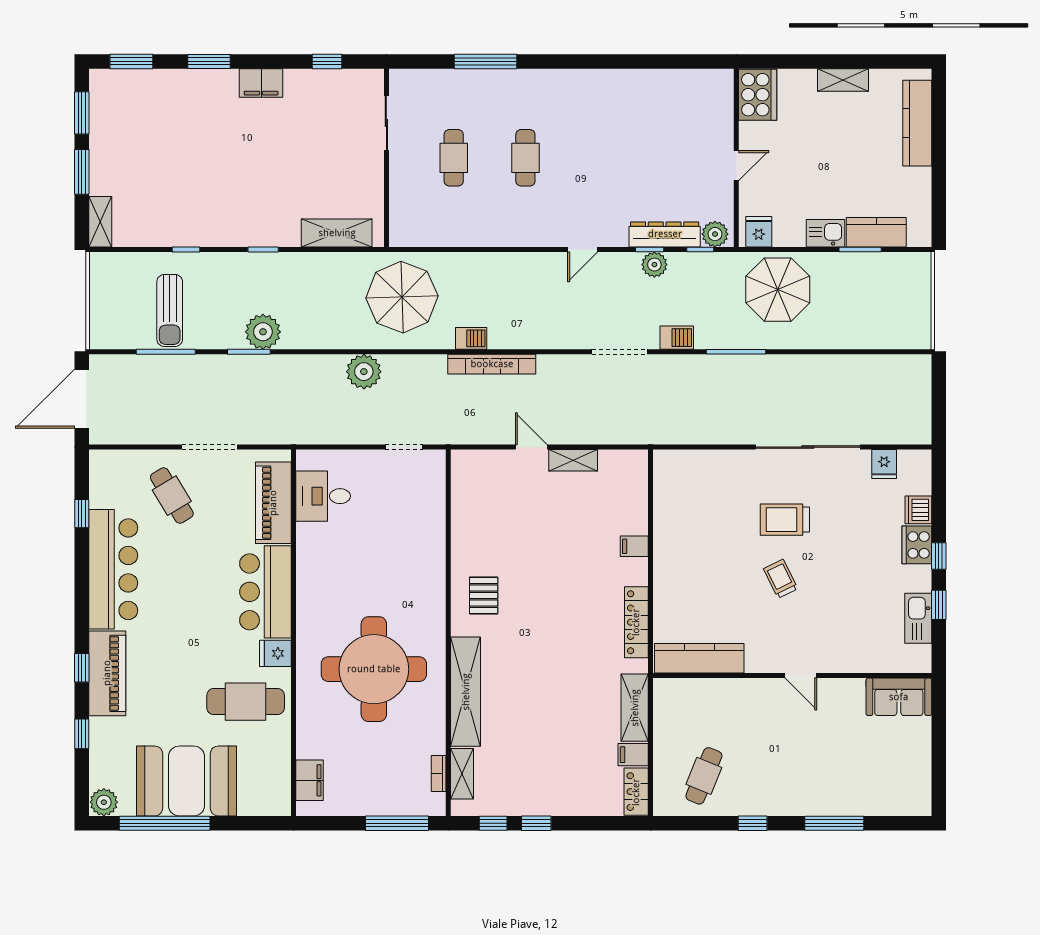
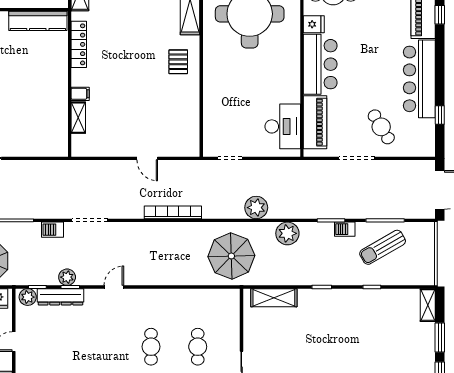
sun lounger: (170, 311) -> (383, 247), turned -120
plant: (263, 332) -> (287, 233), moved
barbecue: (471, 338) -> (345, 229), moved
shelving: (573, 460) -> (78, 118), moved, turned 90
desk: (323, 496) -> (283, 126), width x1.37

